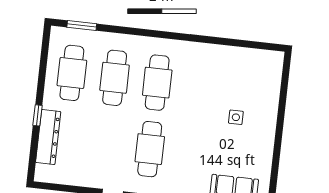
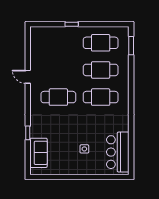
bar counter: (247, 65) -> (118, 152), added
dresser: (48, 137) -> (59, 32), removed

